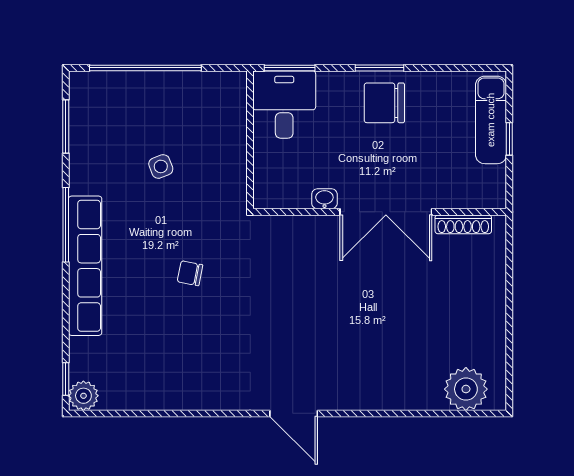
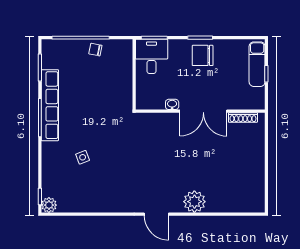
side table: (161, 166) -> (83, 157), moved
row of seats: (85, 266) -> (50, 105), moved
chair: (190, 273) -> (95, 50), moved
plant: (466, 389) -> (194, 202), moved

